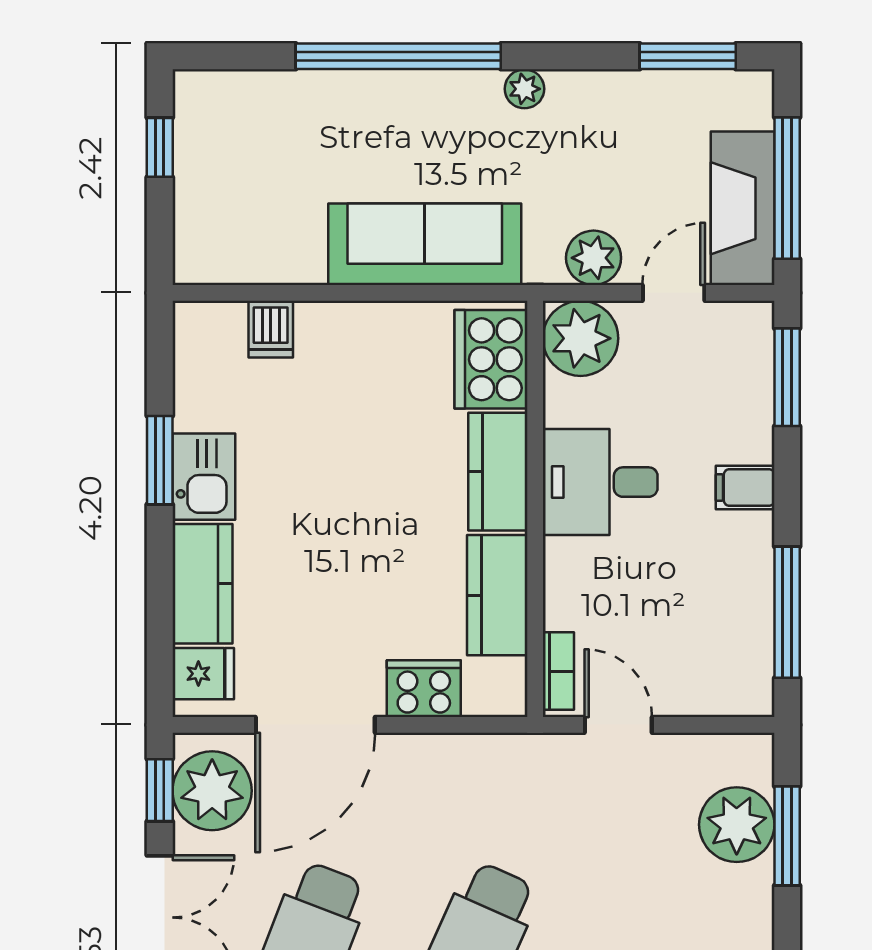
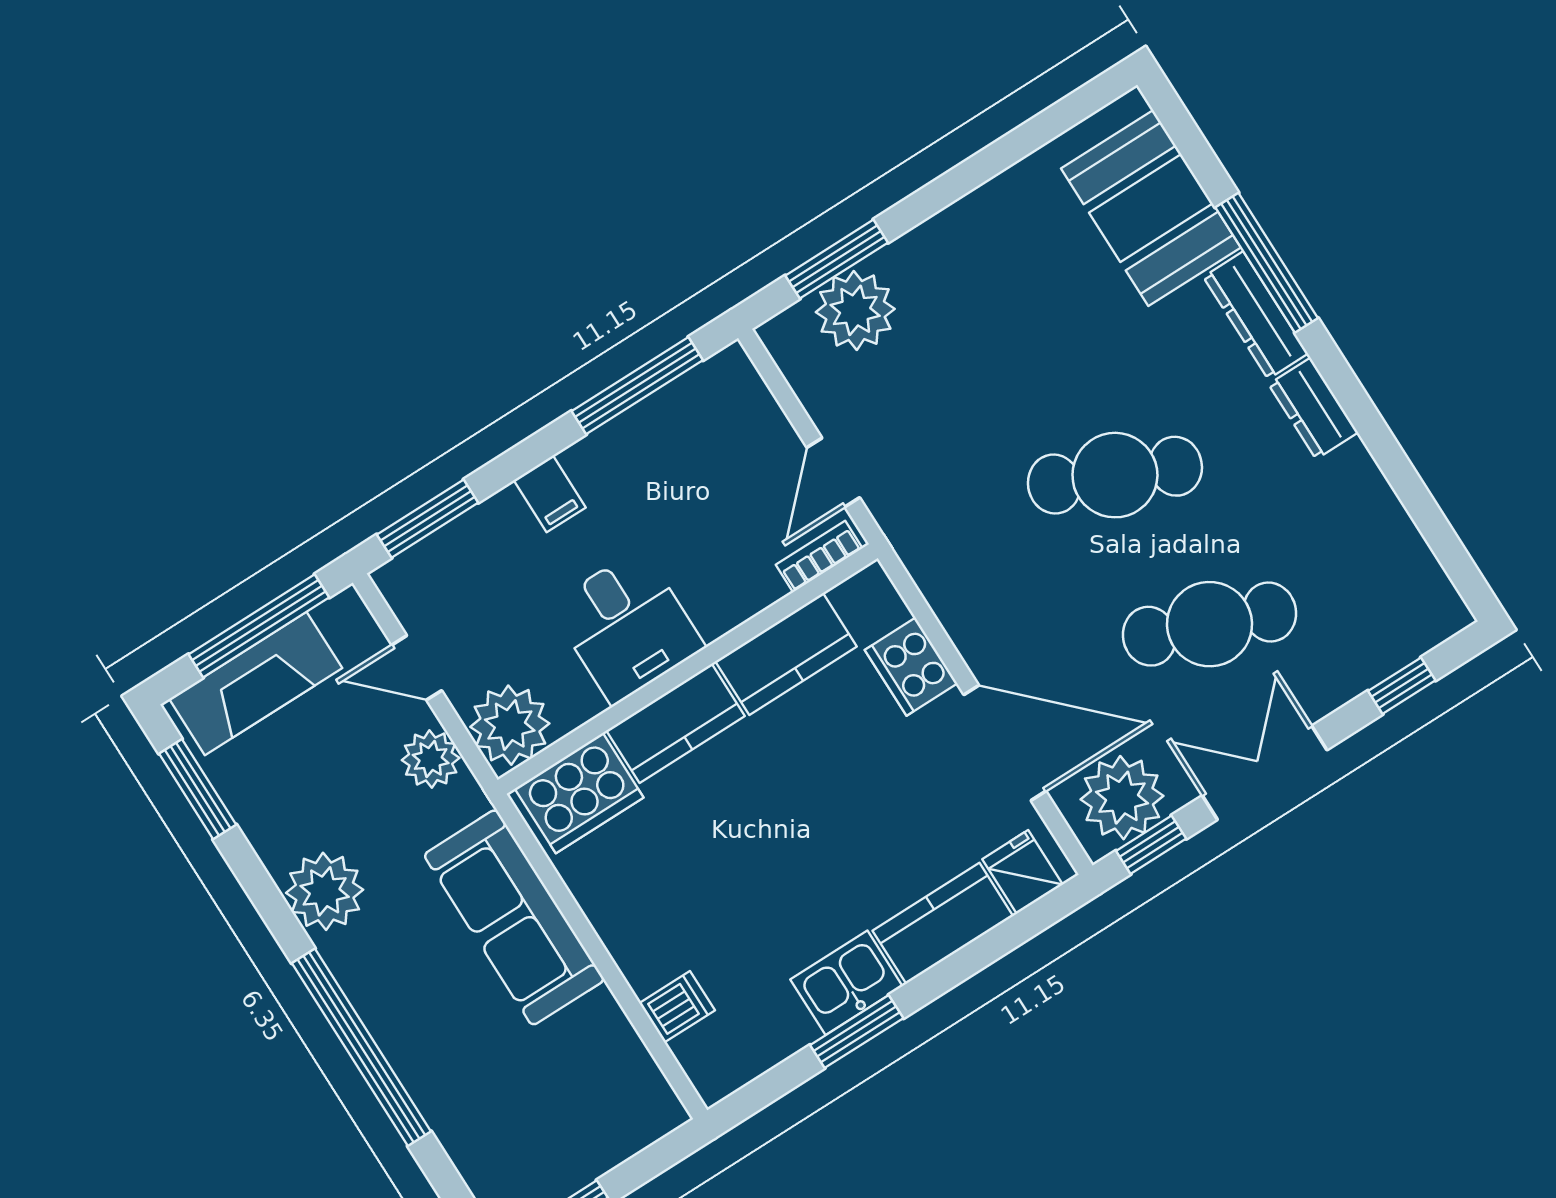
plant: (524, 89) -> (325, 891), width x1.88, depth x1.88
fireplace: (743, 208) -> (256, 684), moved

